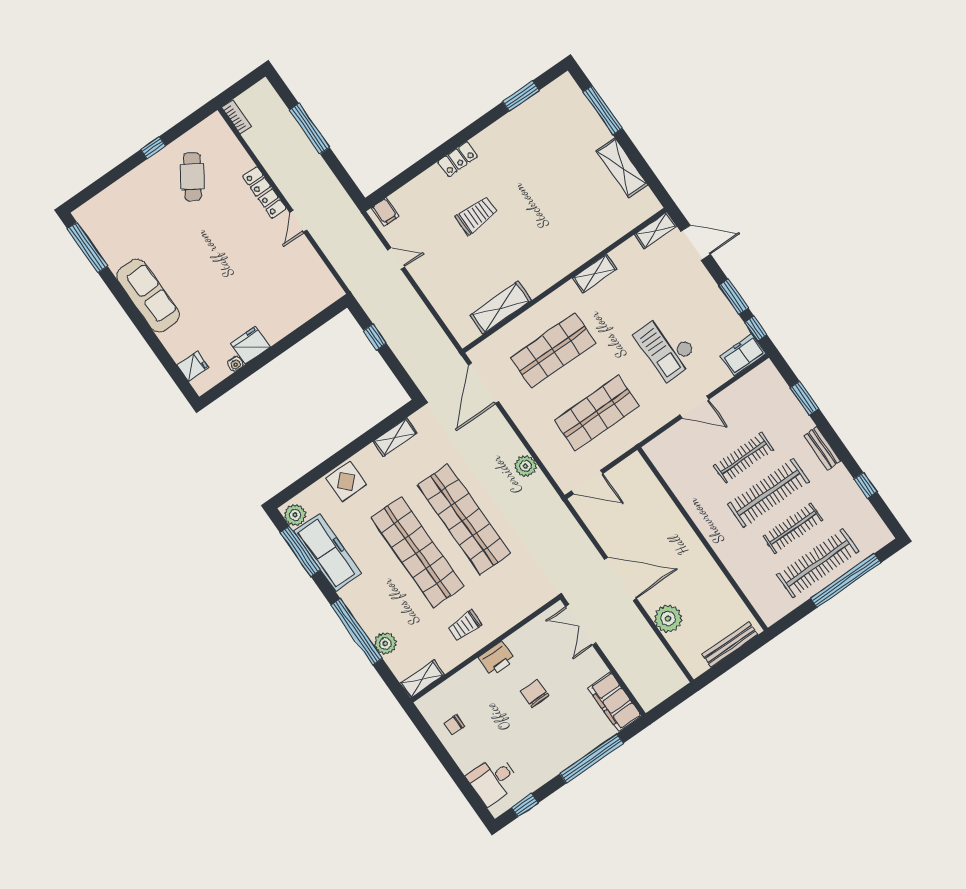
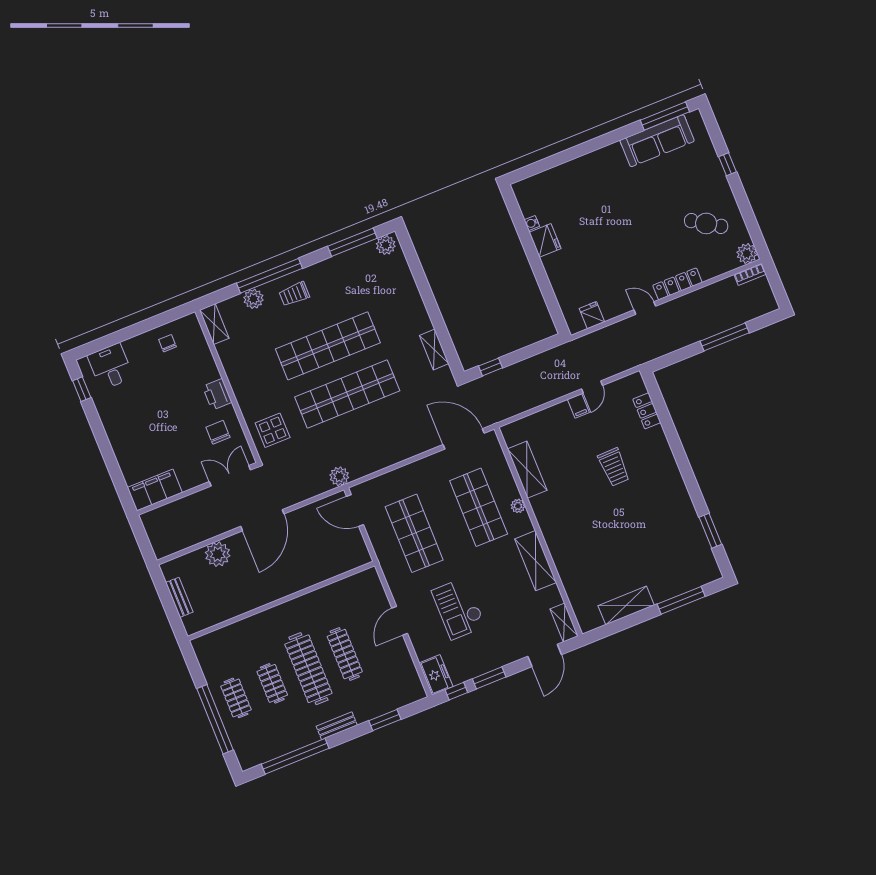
plant: (215, 126) -> (747, 254), added
window: (153, 148) -> (728, 164), moved
locker: (458, 159) -> (647, 411), moved
filing cabinet: (385, 212) -> (578, 406), moved, turned -90
shelving: (594, 273) -> (536, 561), width x1.50, depth x1.33
sofa: (148, 296) -> (657, 141), moved
plant: (542, 308) -> (518, 506), added
window: (375, 337) -> (491, 367), moved
checkout: (667, 347) -> (459, 608), turned -90
fridge: (193, 366) -> (592, 315), moved, turned 180
plant: (525, 466) -> (339, 476), moved
display table: (346, 481) -> (273, 430), moved
door: (587, 482) -> (355, 510), hinge flipped
window: (865, 485) -> (295, 756), width x3.17
clothes rail: (793, 528) -> (272, 683), width x0.73
freezer: (327, 552) -> (346, 266), removed
clothes rail: (818, 563) -> (236, 698), width x0.54, depth x0.76
trolley: (465, 626) -> (294, 294), moved, turned -90
bench: (730, 645) -> (179, 597), width x0.73
chair: (535, 693) -> (218, 432), moved, turned -90
window: (592, 758) -> (109, 458), removed

